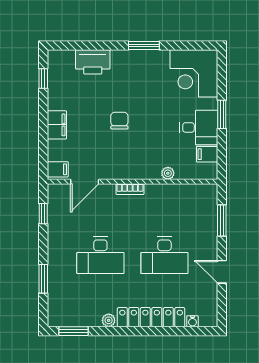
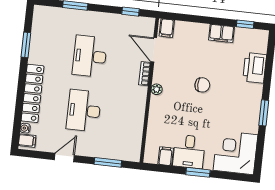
filing cabinet: (57, 125) -> (221, 33), moved
plant: (168, 173) -> (157, 89), moved
bookcase: (130, 189) -> (145, 74), moved
filing cabinet: (207, 317) -> (27, 141), added
plant: (109, 320) -> (34, 57), removed
window: (73, 331) -> (26, 45), moved

